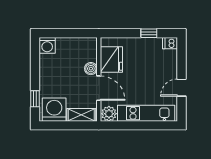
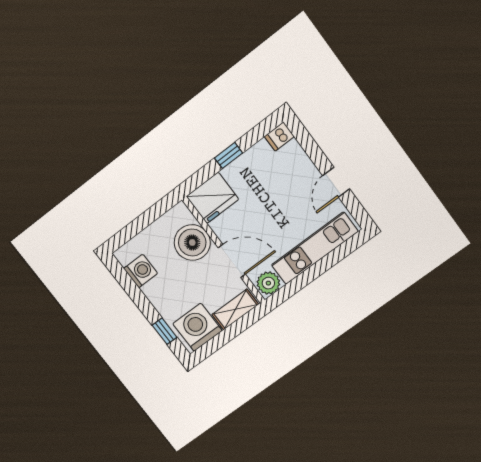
window: (149, 33) -> (229, 155), moved
washing machine: (47, 45) -> (141, 271), moved, turned -90
fridge: (111, 60) -> (212, 198), moved, turned 90
boiler: (91, 69) -> (192, 242), width x1.86, depth x1.86

